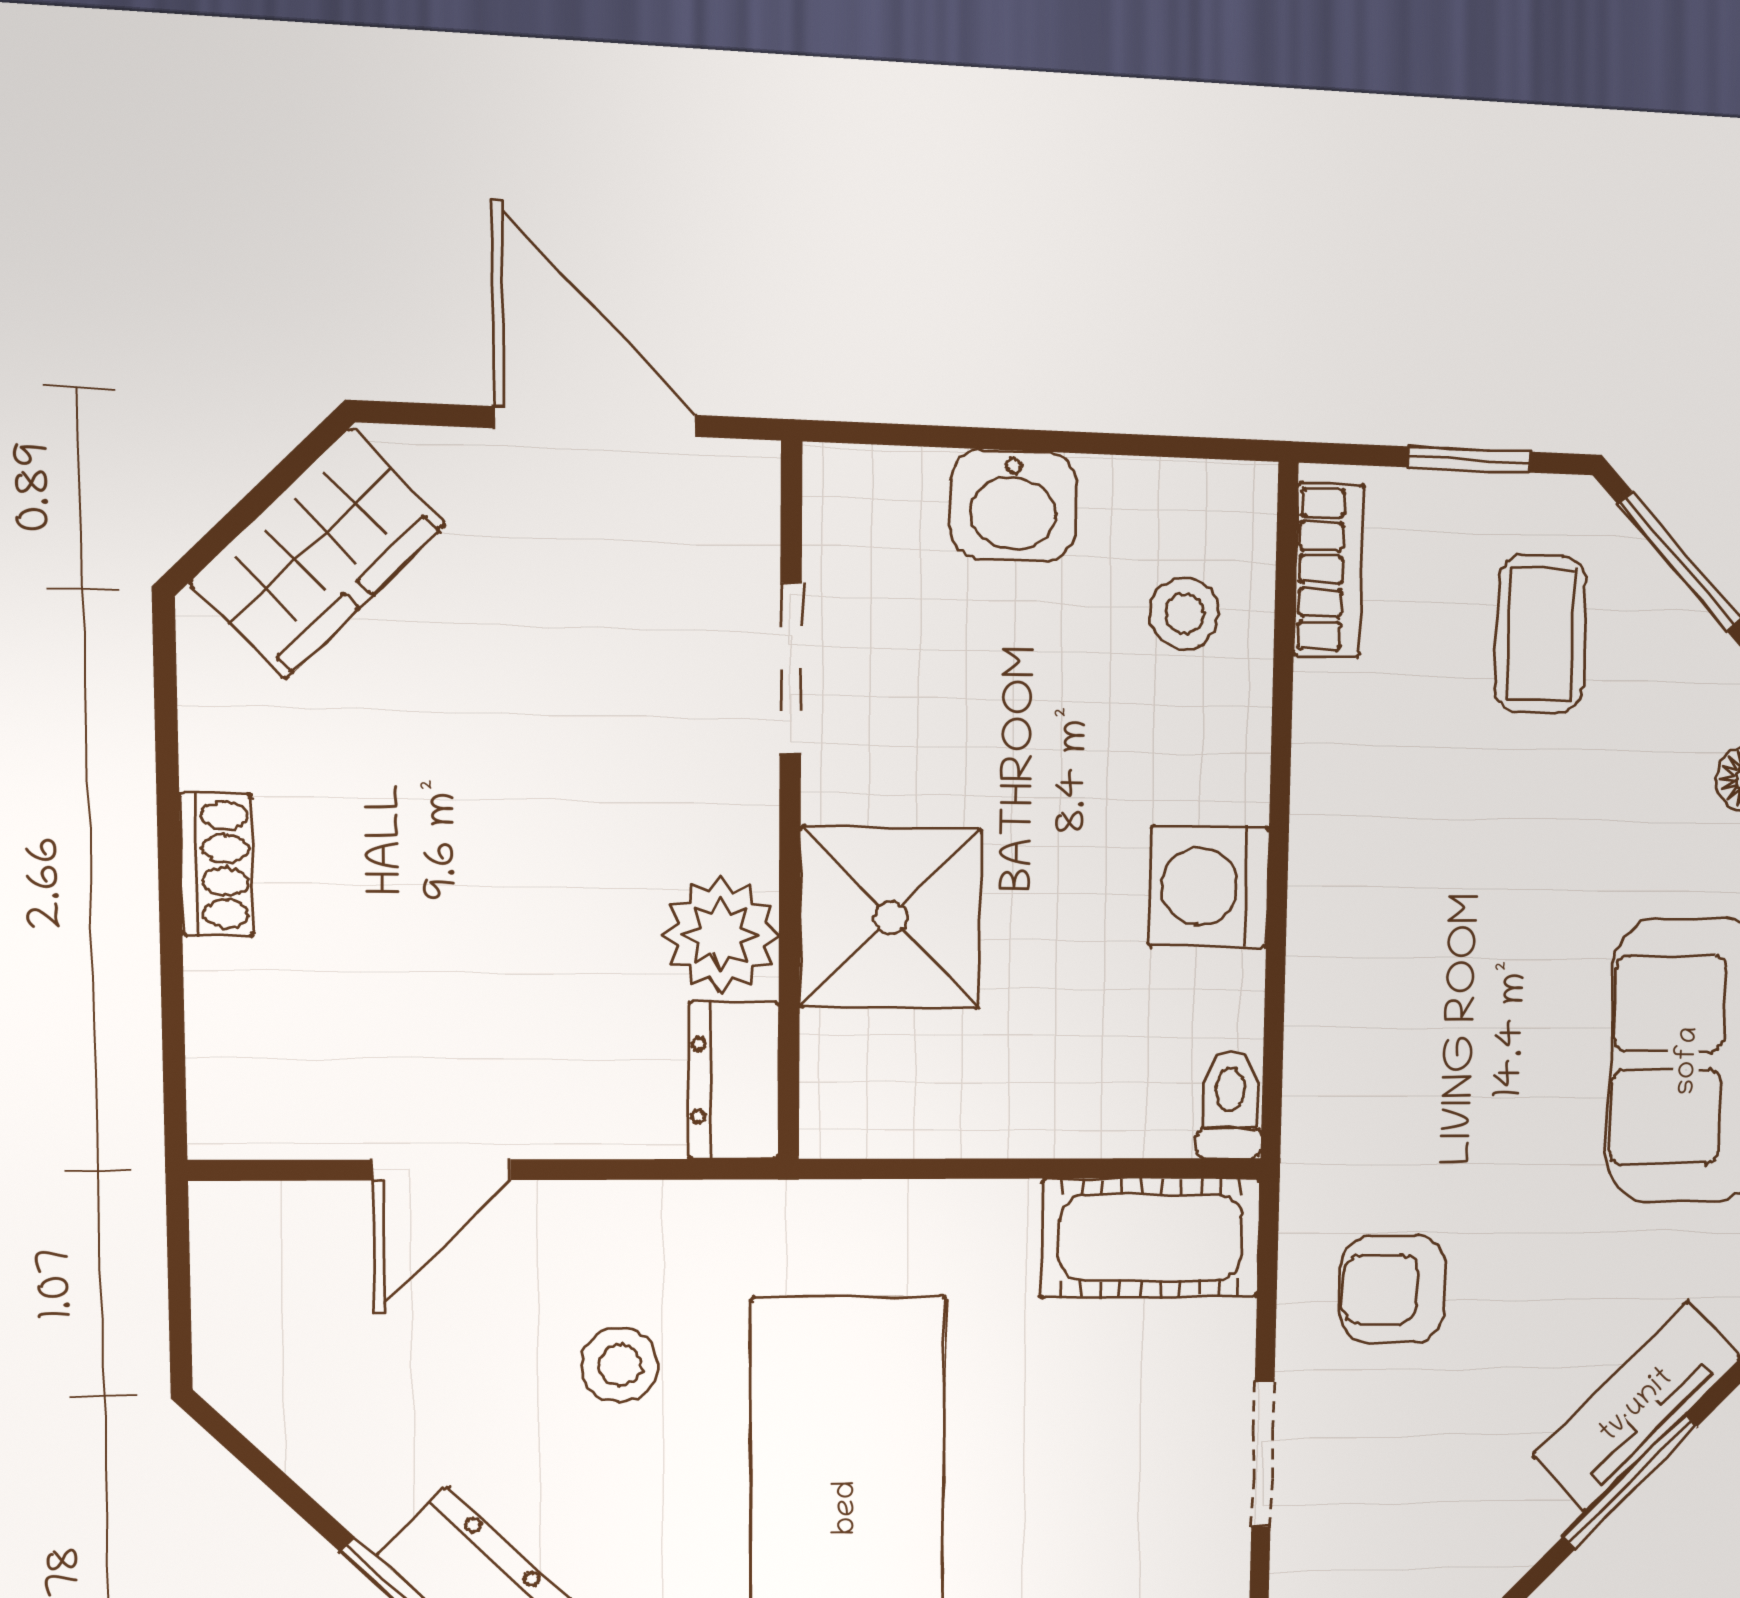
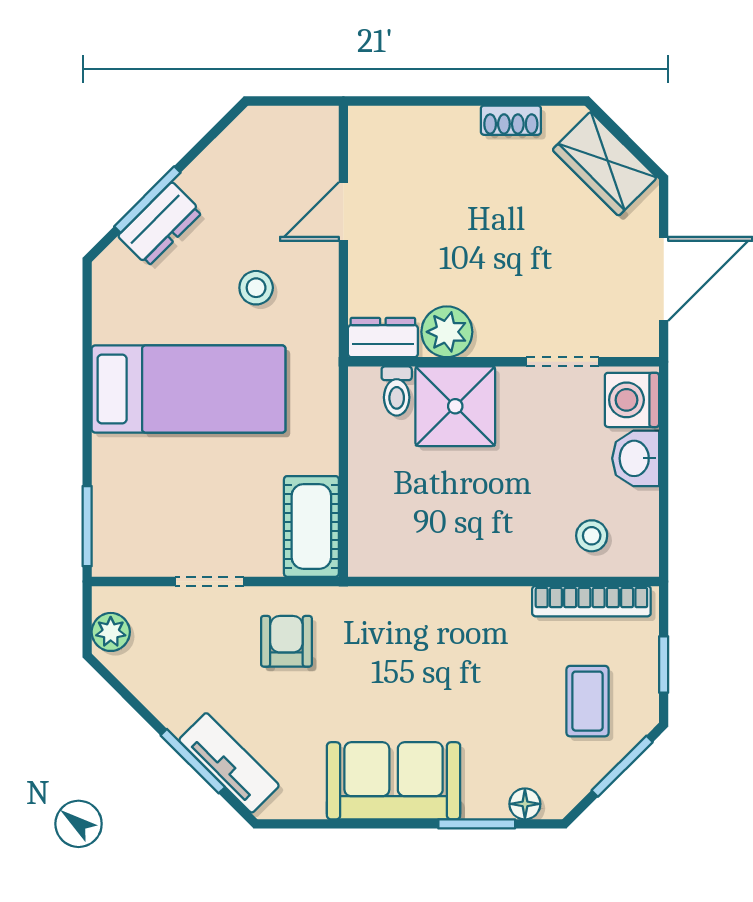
bookcase: (1329, 570) -> (591, 601), width x1.56
coffee table: (1541, 634) -> (587, 701), turned 90
shoe rack: (217, 865) -> (511, 120), moved
washing machine: (1209, 887) -> (632, 400), moved, turned -90
toilet: (1230, 1104) -> (397, 391), moved, turned 90
door: (441, 1170) -> (343, 212), hinge flipped

